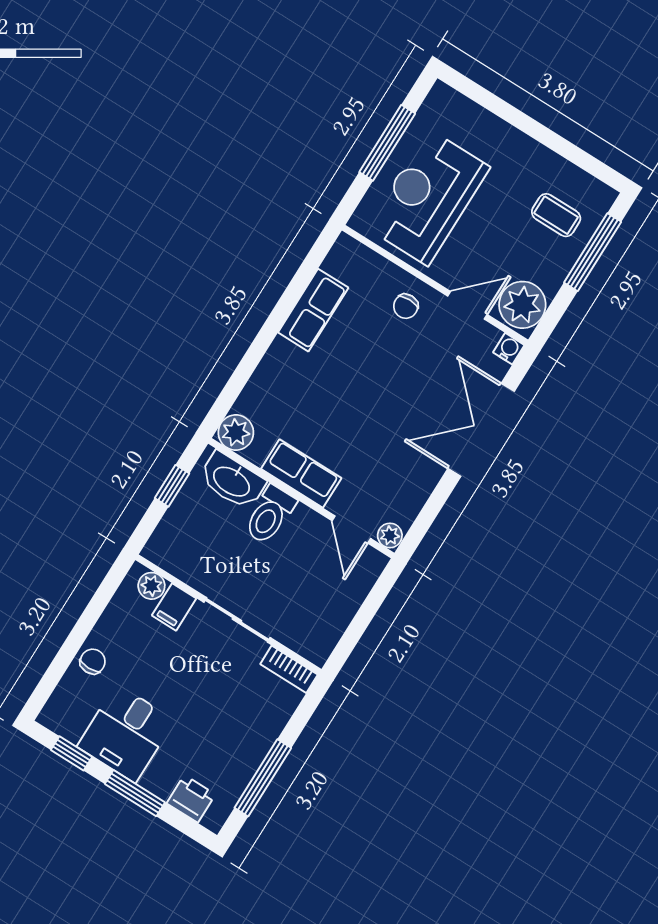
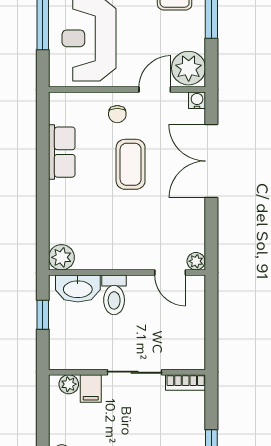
coffee table: (384, 375) -> (131, 164), added
row of seats: (301, 473) -> (117, 257), removed

